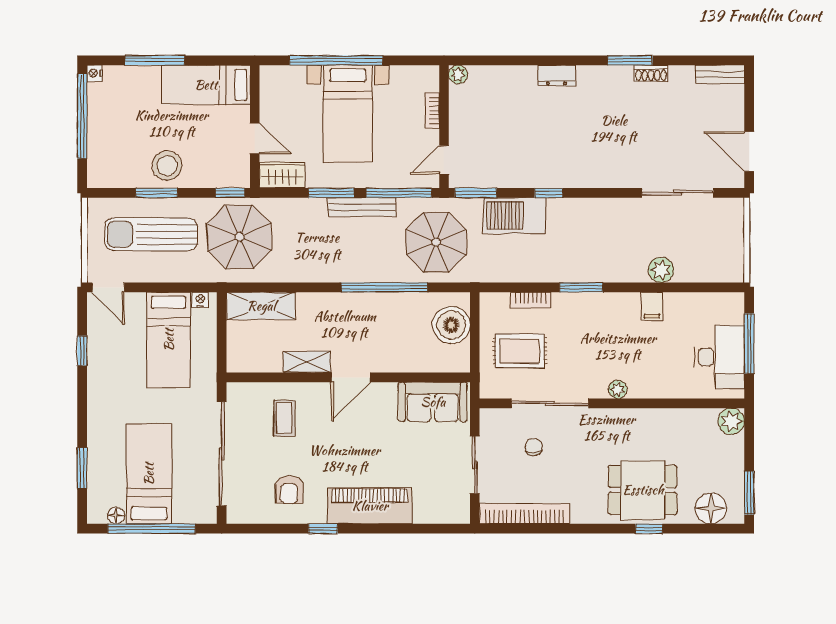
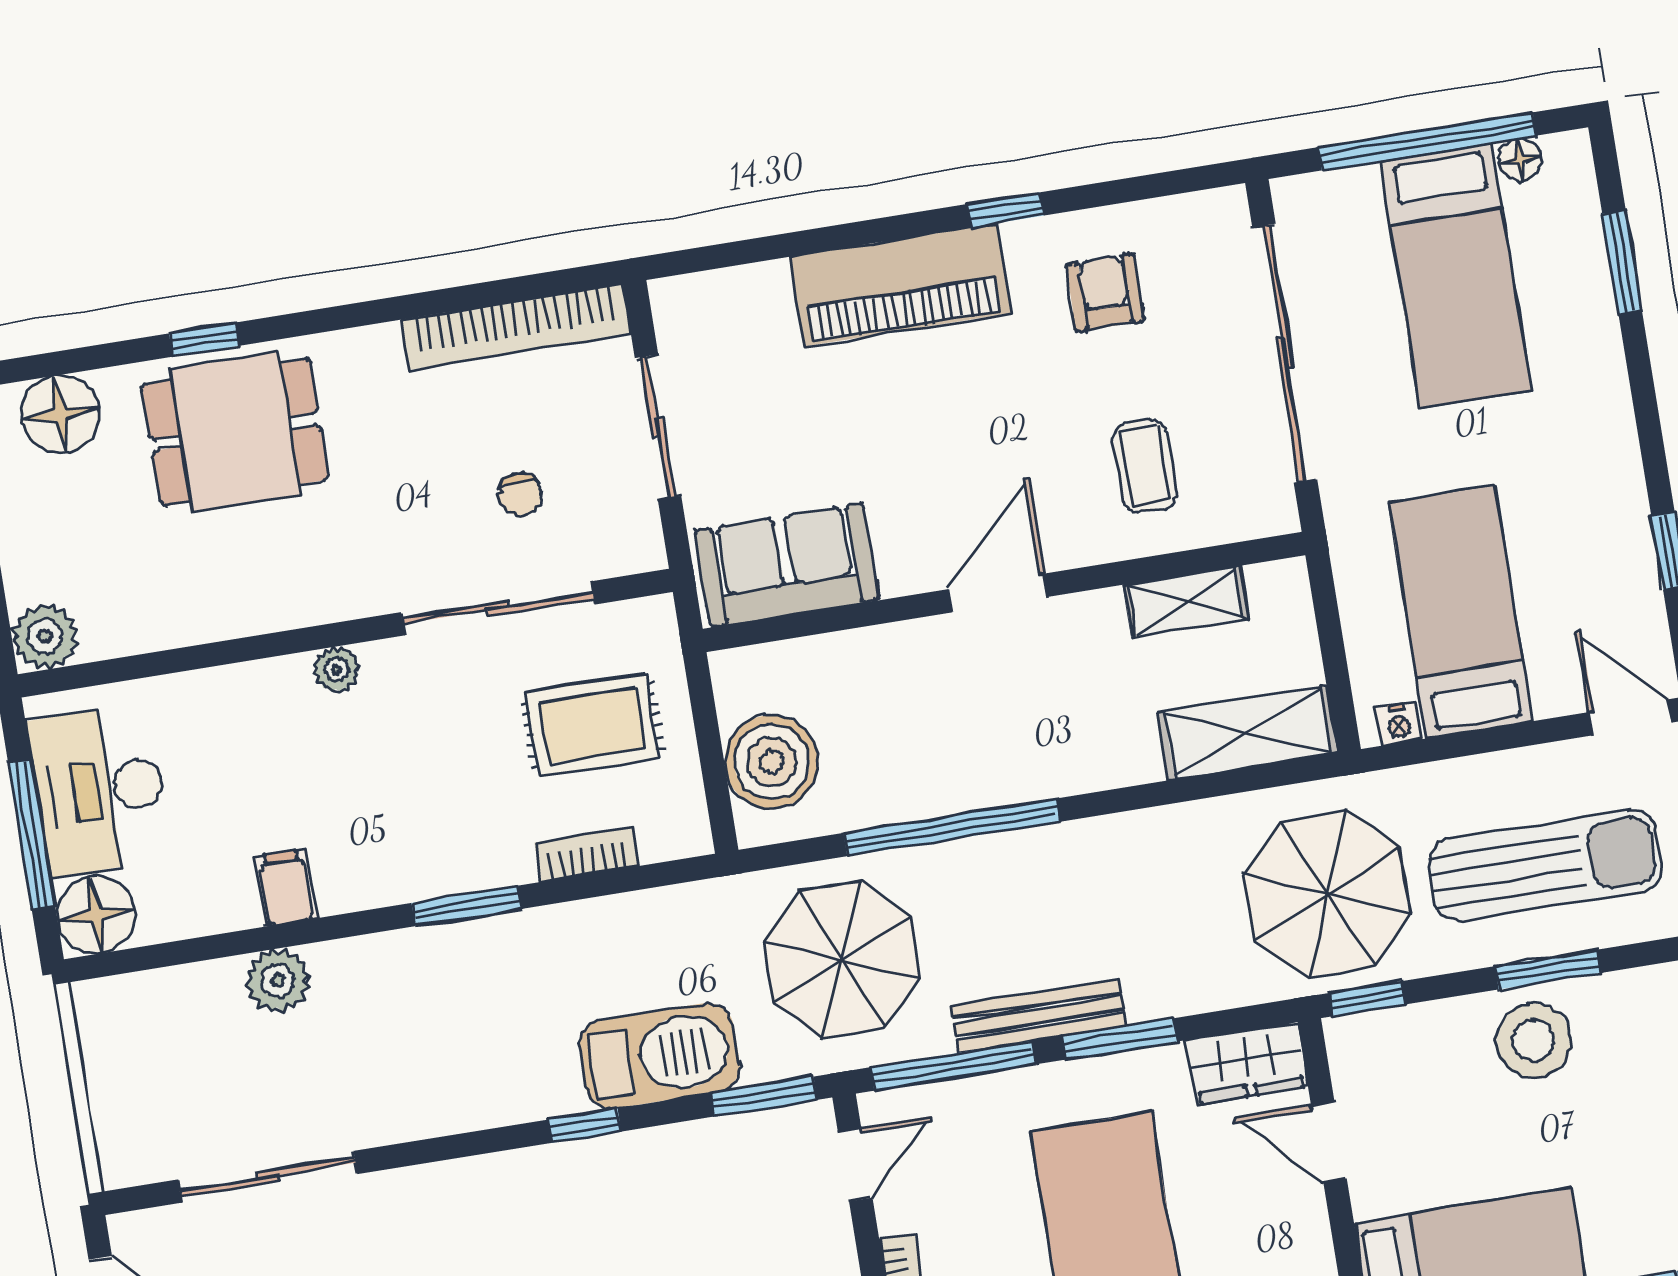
floor lamp: (729, 308) -> (96, 915), added
shelving: (307, 362) -> (1186, 601), moved

